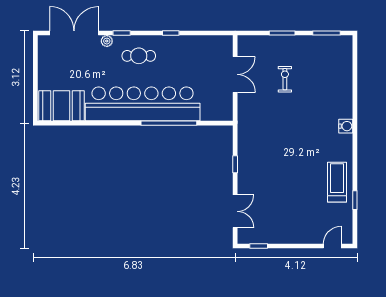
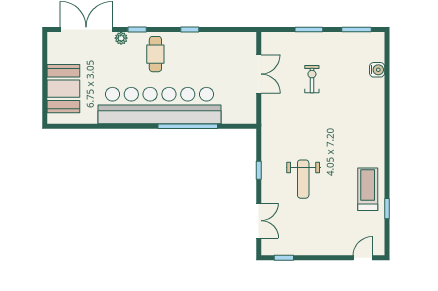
cafe table: (139, 56) -> (155, 54), turned 90
booth: (61, 106) -> (63, 89), moved, turned 90
water cooler: (346, 126) -> (377, 70), moved
weight bench: (277, 173) -> (303, 179), added

